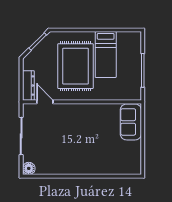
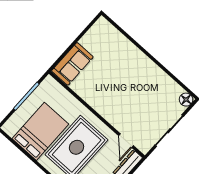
bed: (106, 55) -> (40, 131), width x1.50

